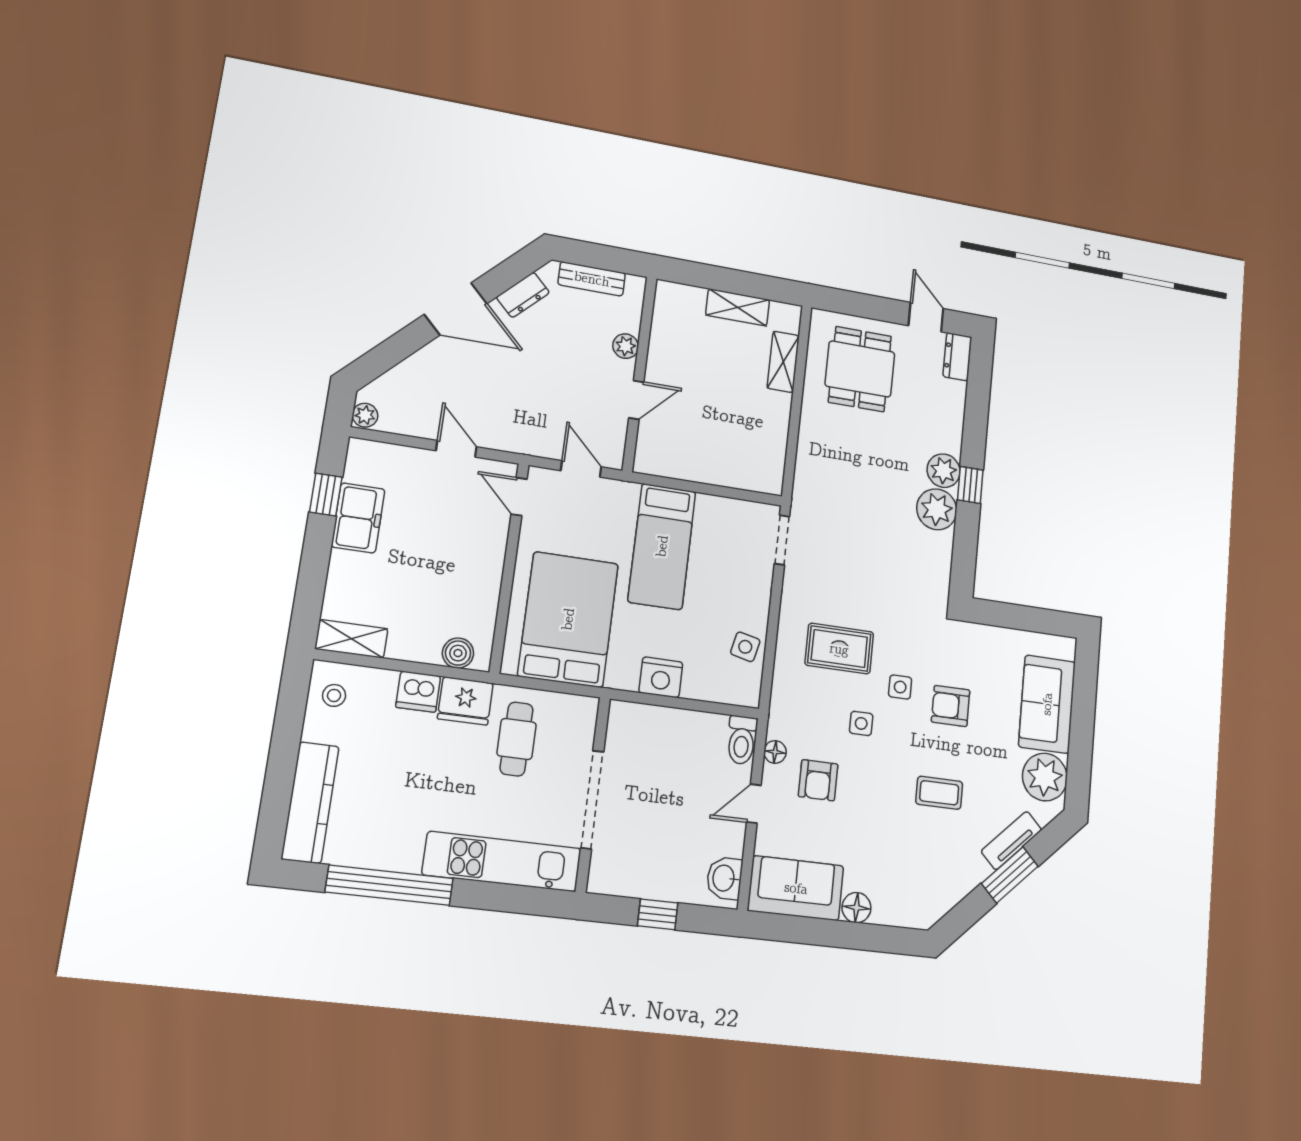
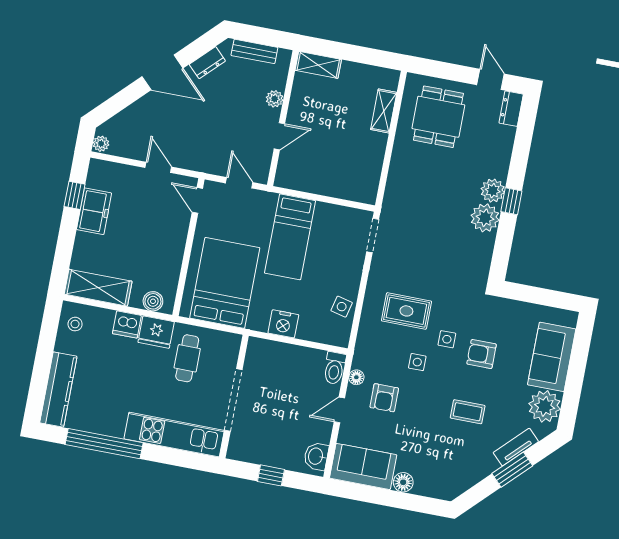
shelving: (738, 307) -> (318, 65), moved
shelving: (351, 639) -> (98, 288), width x1.50, depth x1.33

